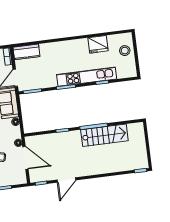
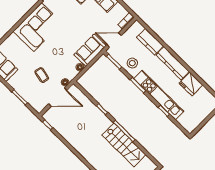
kitchen counter: (70, 46) -> (173, 63), added
stool: (125, 51) -> (132, 63), moved
kitchen counter: (26, 52) -> (150, 42), moved
door: (25, 158) -> (58, 97), hinge flipped
door: (66, 180) -> (66, 143), removed

